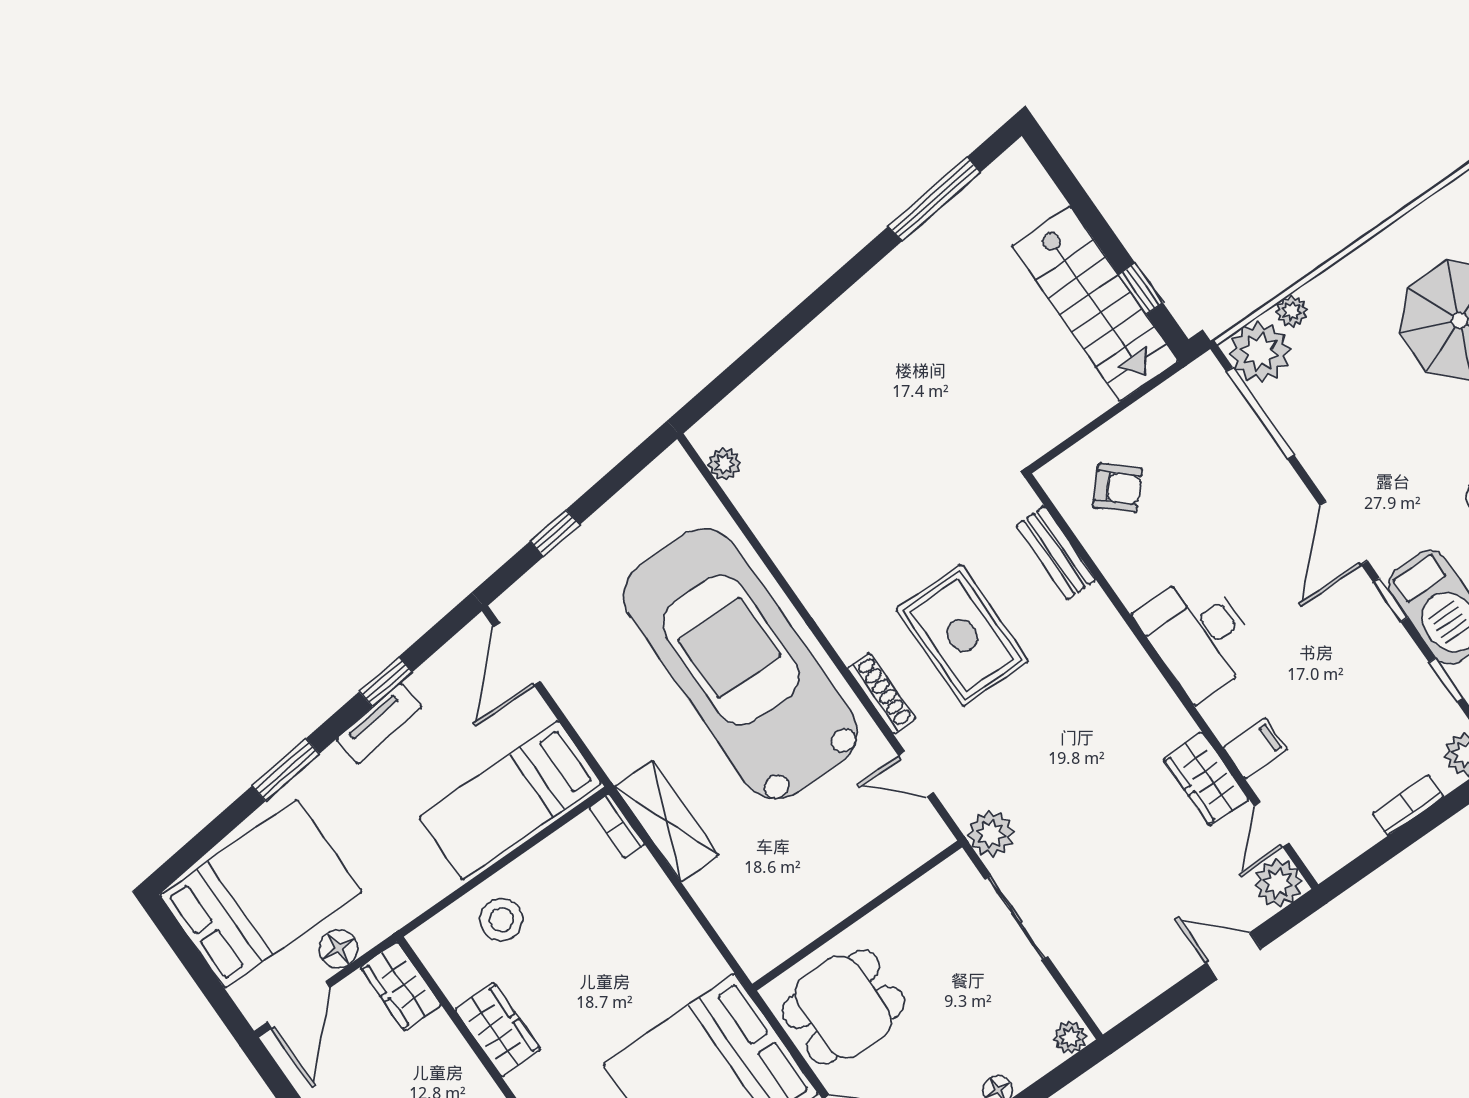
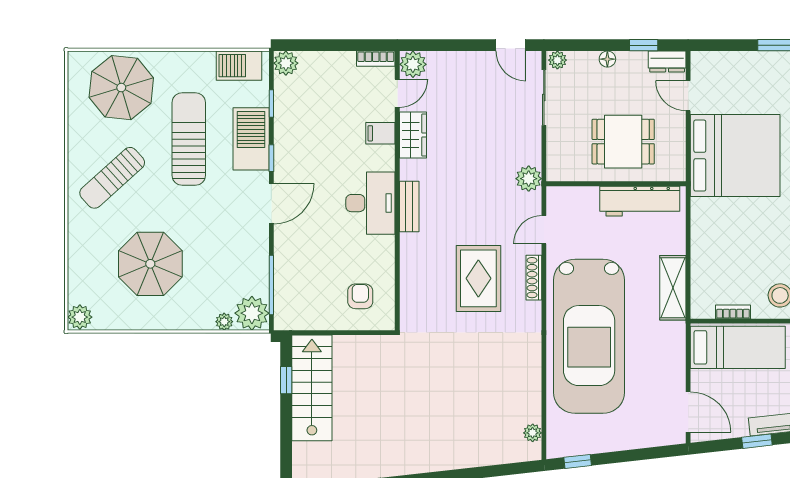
armchair: (1118, 488) -> (360, 296), turned 48
window: (555, 533) -> (578, 461), moved
bench: (1056, 553) -> (409, 207), moved
door: (517, 654) -> (688, 412), hinge flipped
door: (916, 774) -> (544, 230), swing flipped
bookcase: (1408, 805) -> (376, 59), moved
bookcase: (617, 826) -> (733, 312), moved, turned -90
workbench: (804, 915) -> (640, 201), added
sliding door: (1016, 918) -> (544, 98), moved
door: (1234, 956) -> (511, 45), moved
dining table: (843, 1007) -> (623, 142), moved

